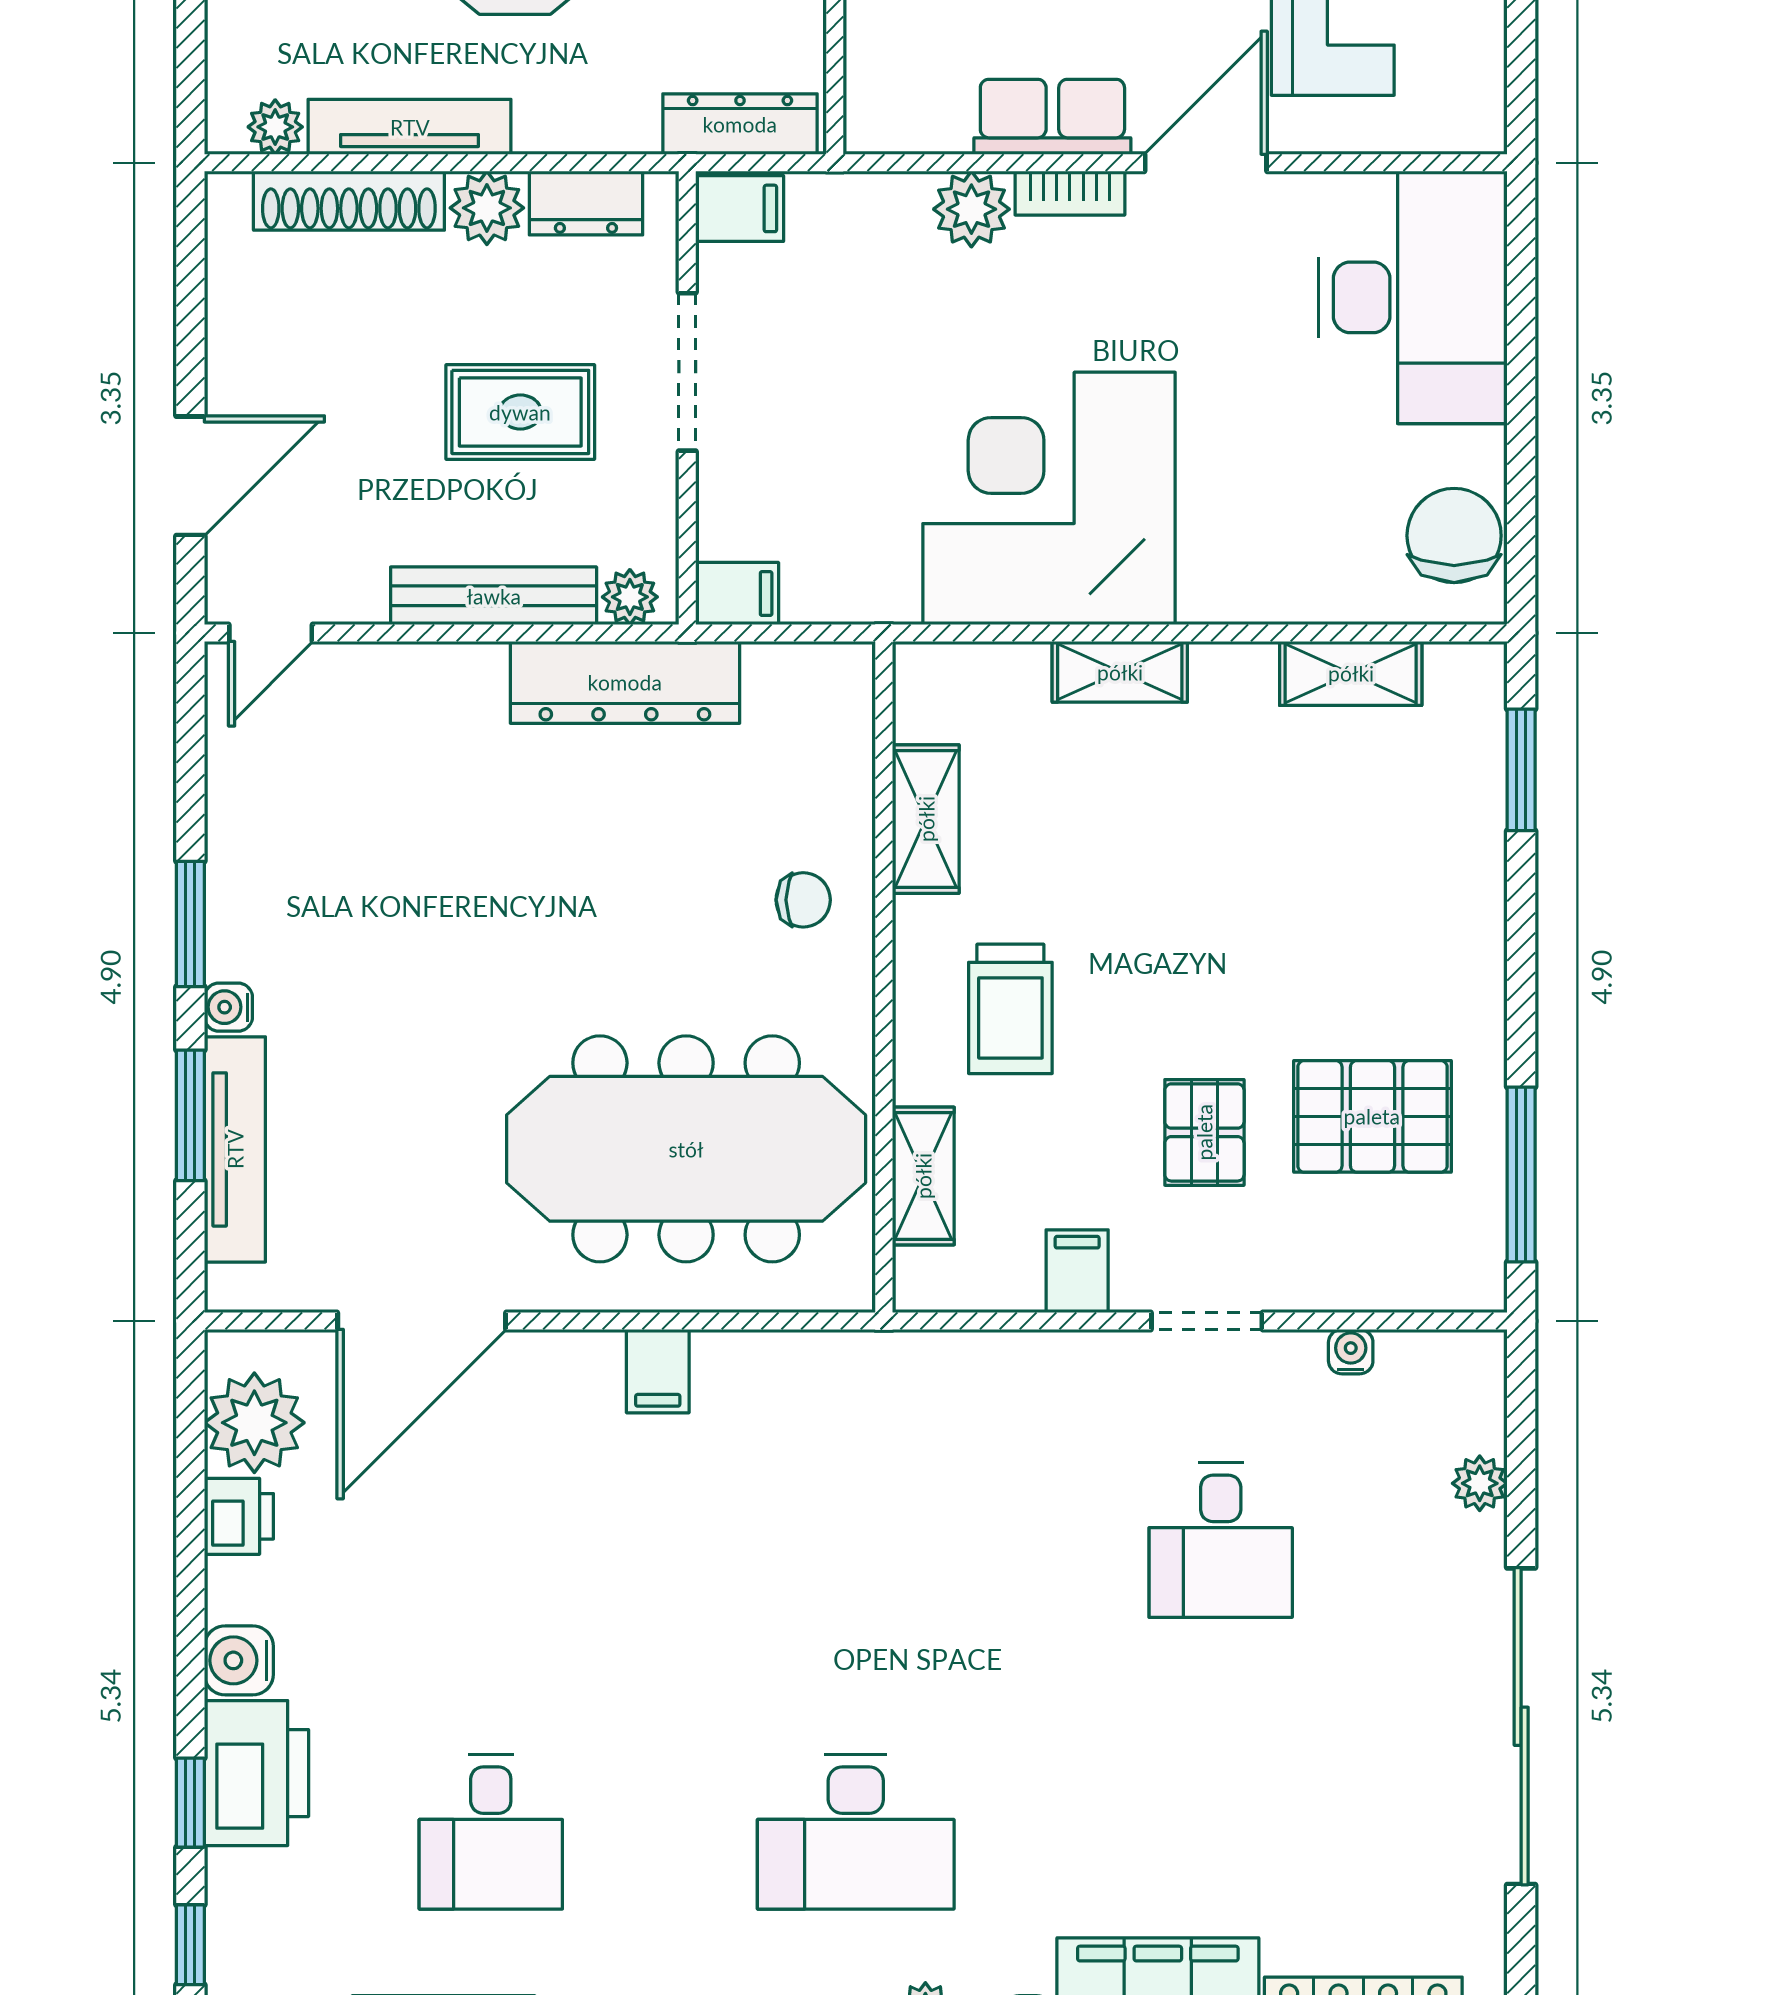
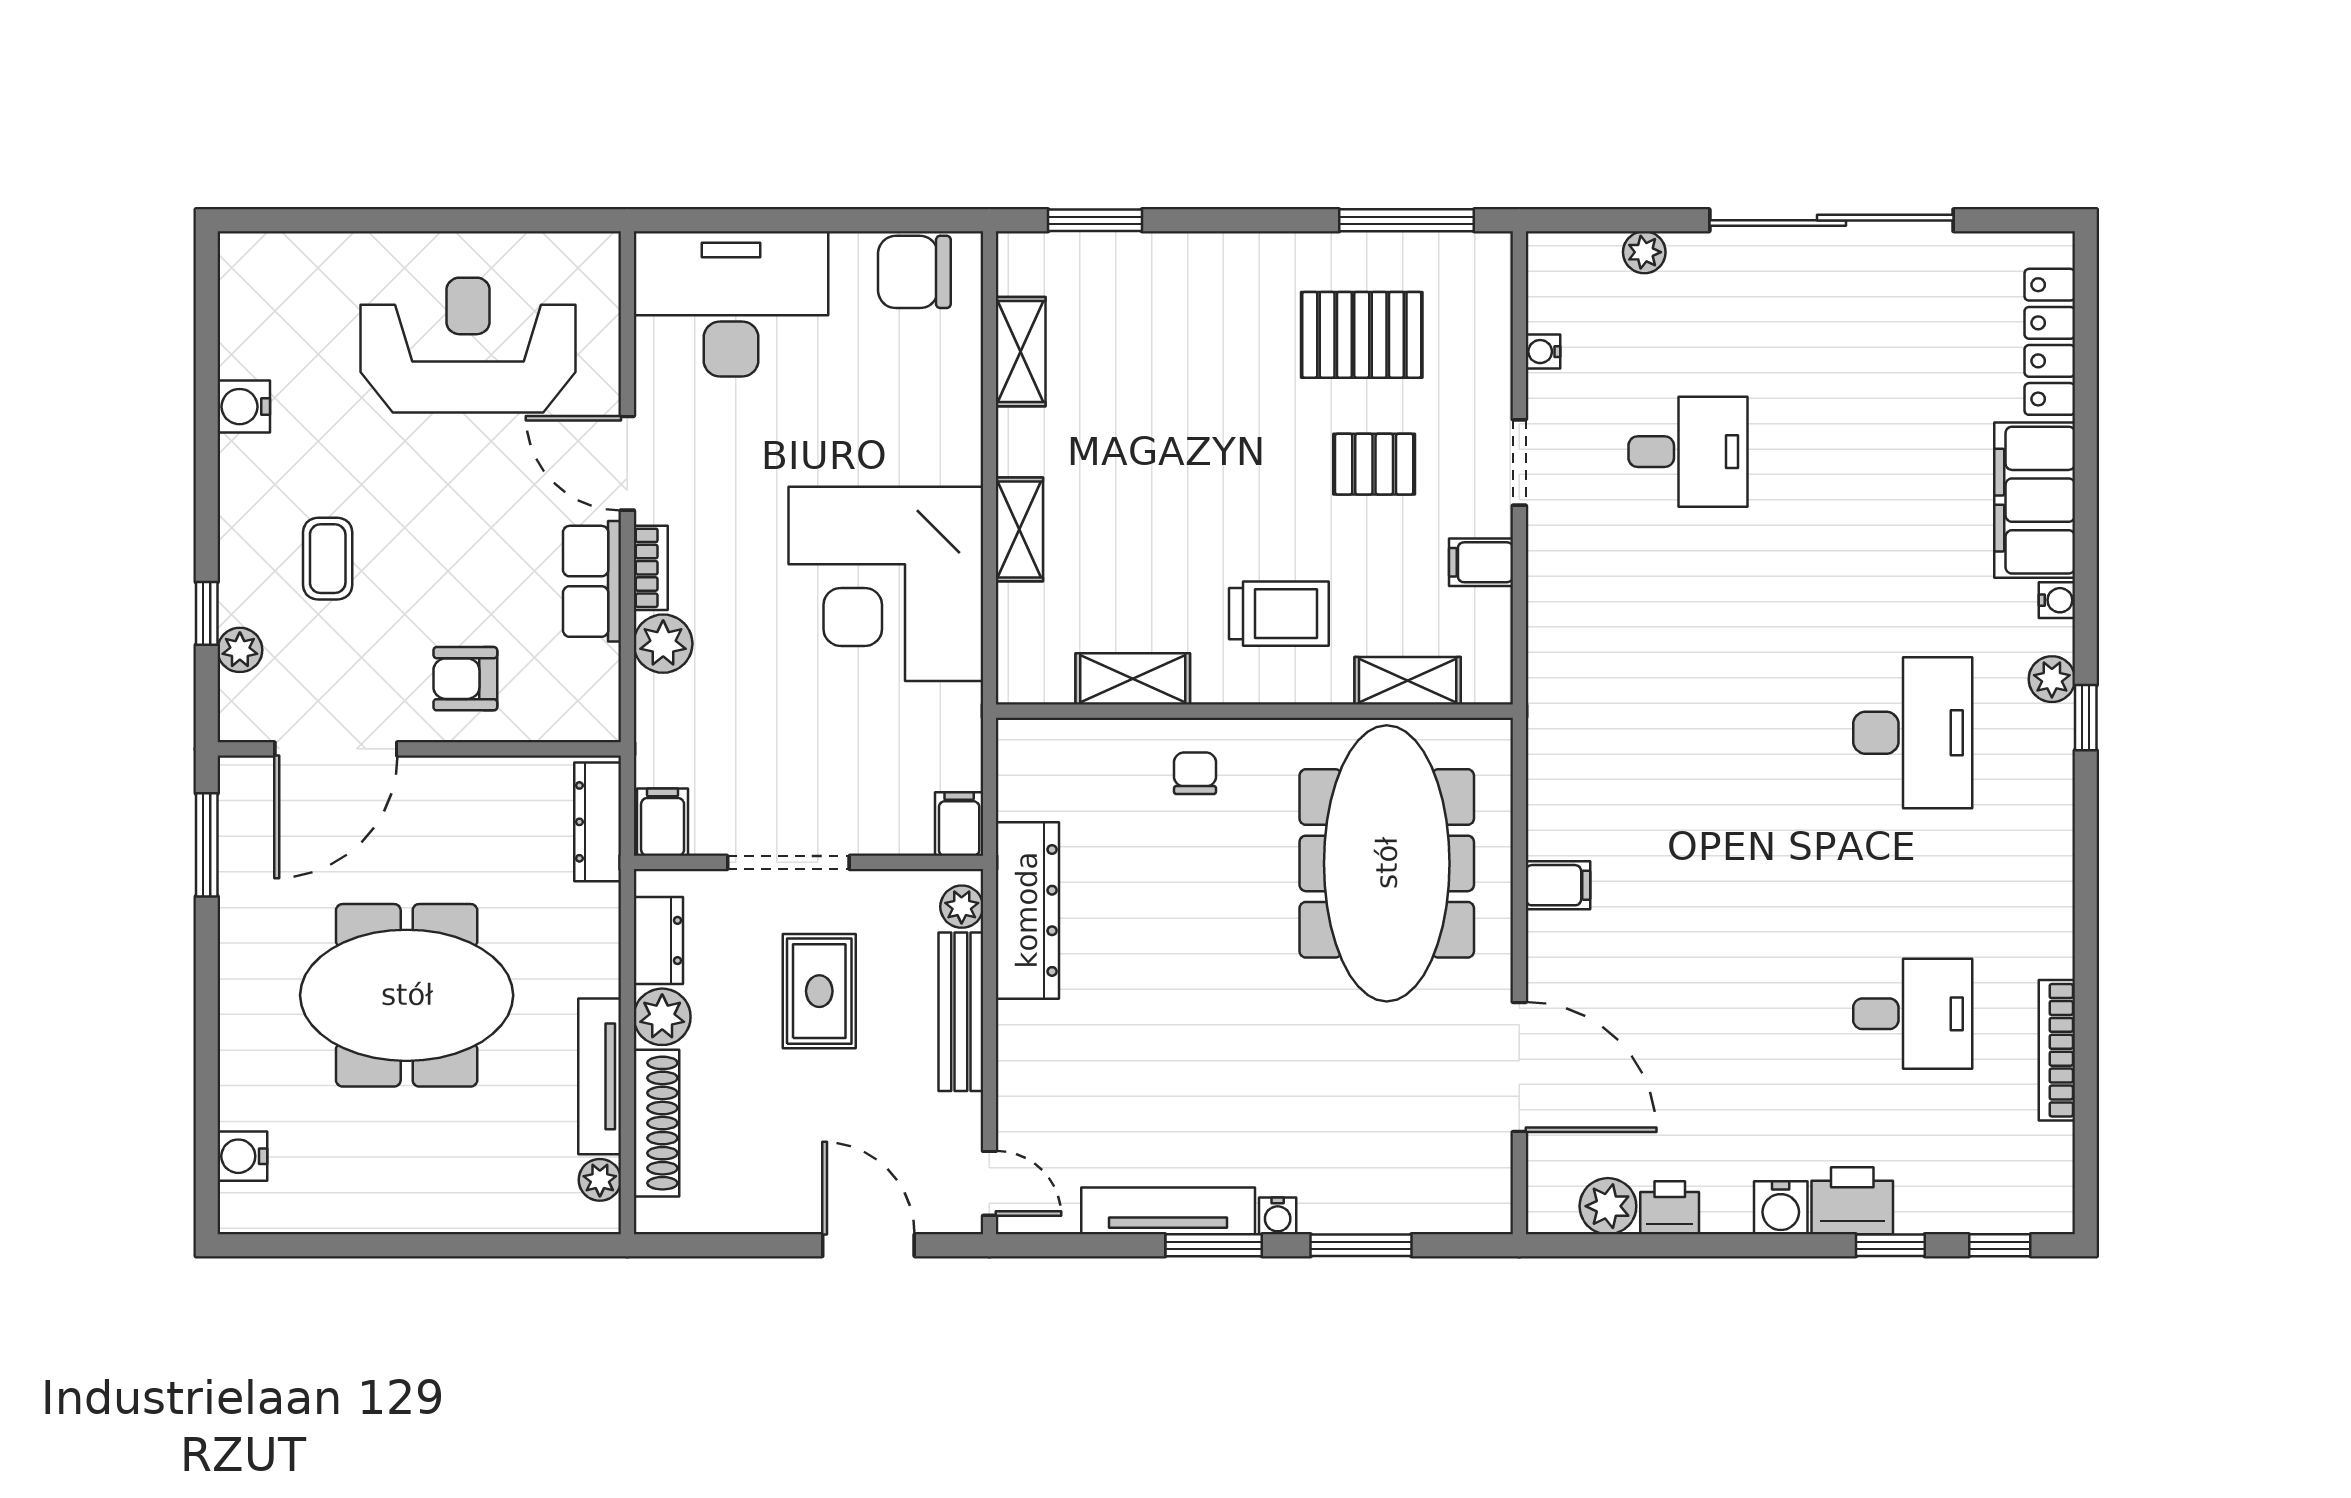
pallet: (1372, 1116) -> (1362, 335), turned 90
tv unit: (235, 1149) -> (1168, 1211), moved
plant: (254, 1423) -> (1608, 1206), width x0.73, depth x0.73
printer: (256, 1773) -> (1852, 1201), width x0.73, depth x0.84

